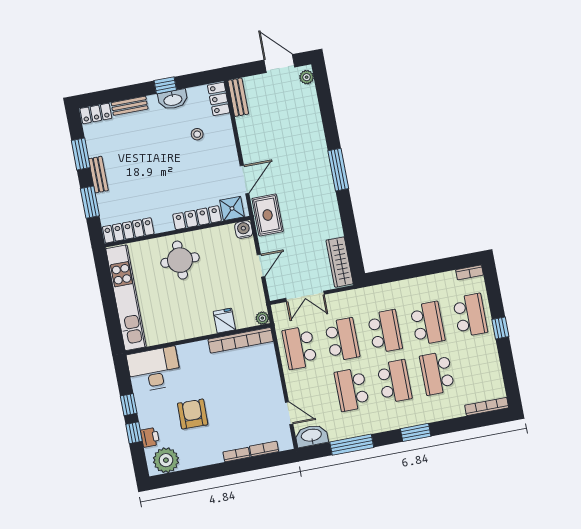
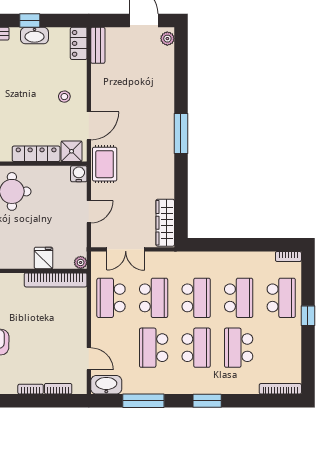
stool: (197, 134) -> (64, 97), moved

